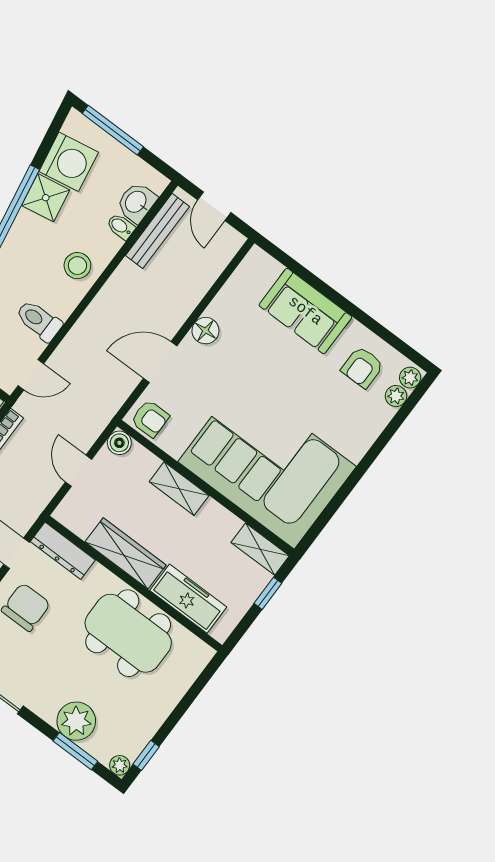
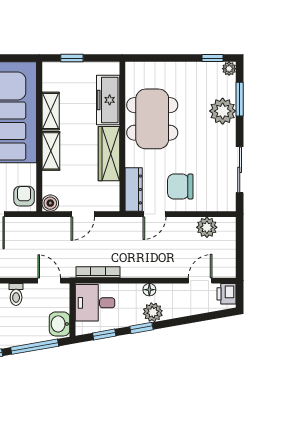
toilet: (39, 321) -> (16, 294), width x0.73, depth x0.72
shelving: (260, 549) -> (51, 111), moved

